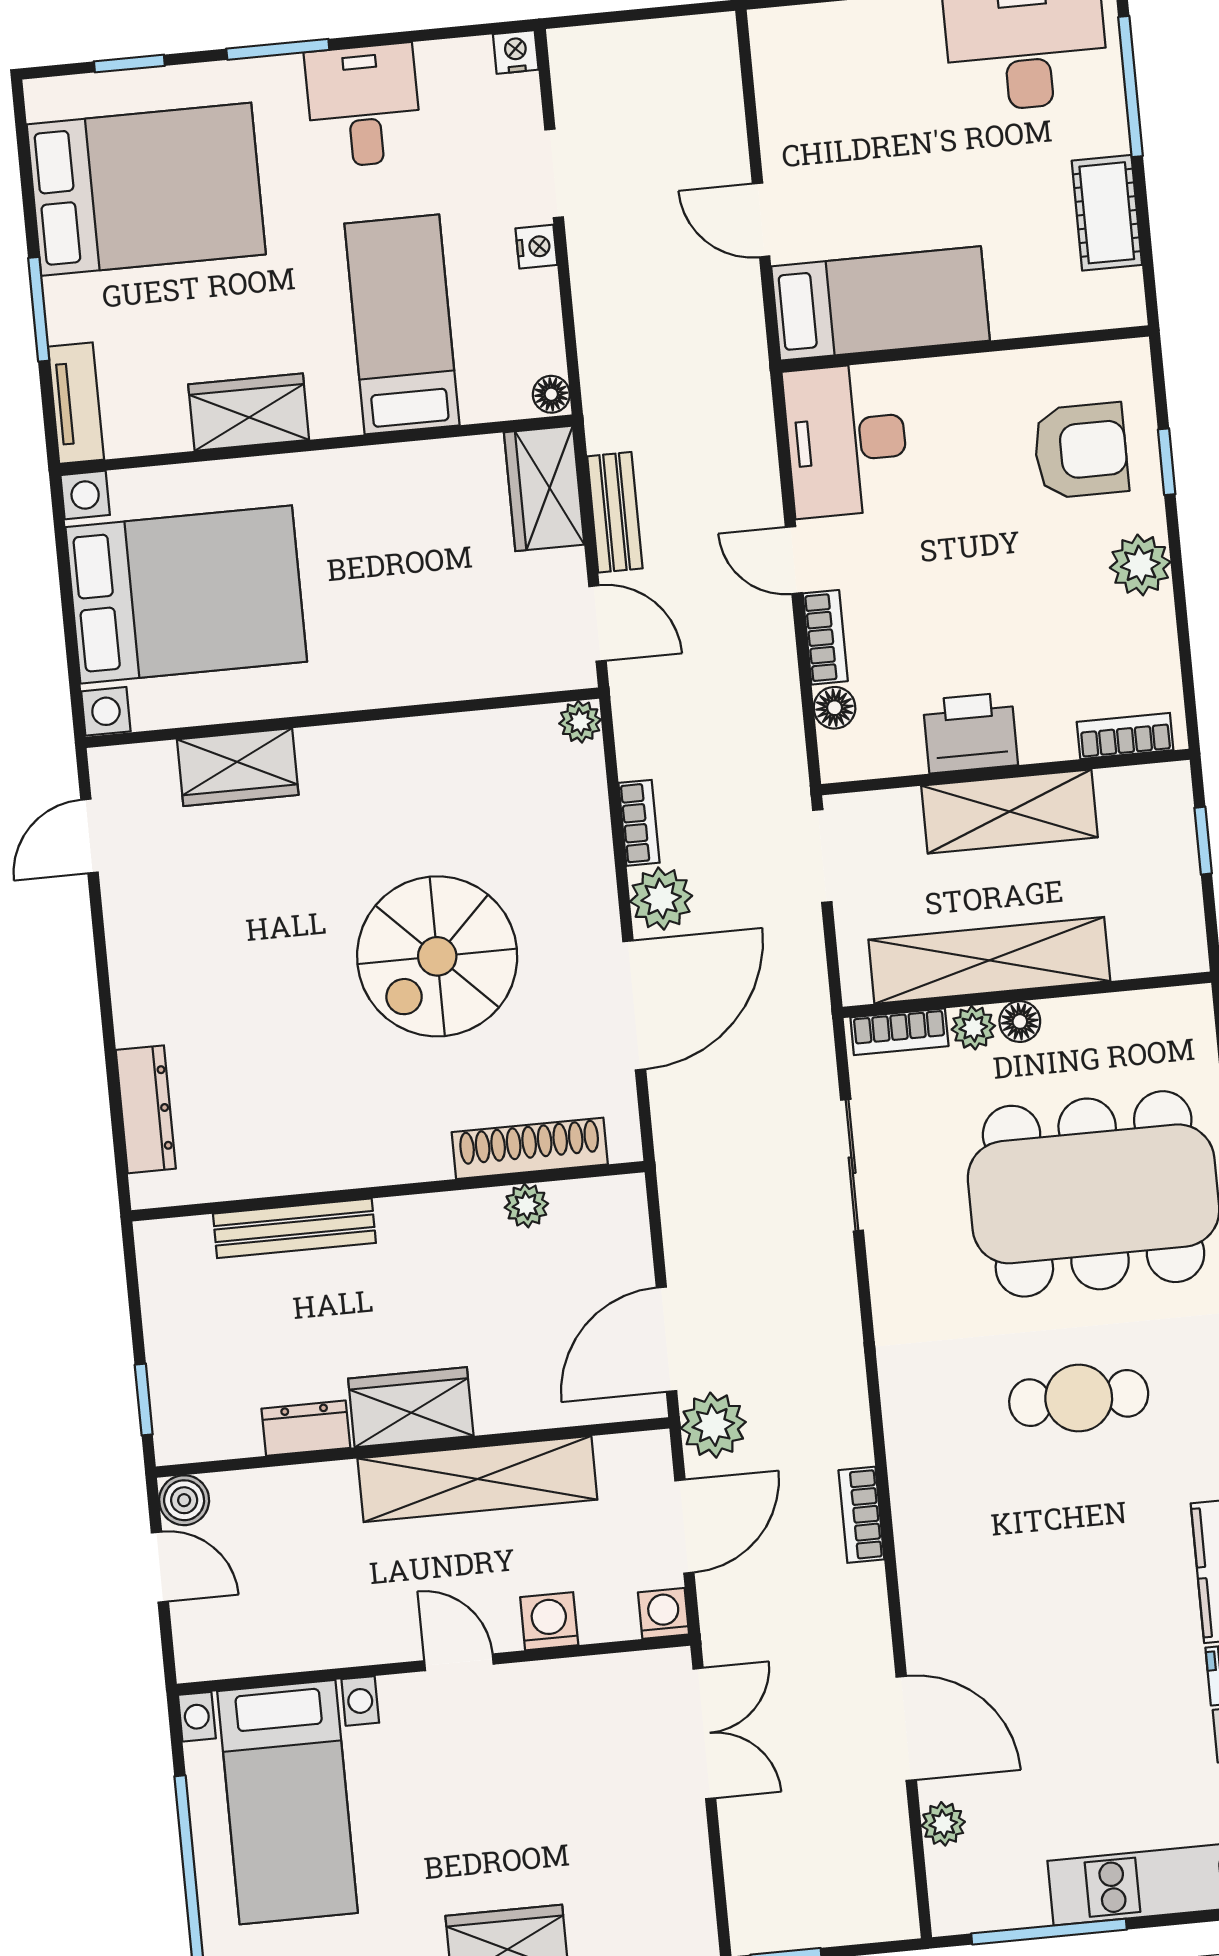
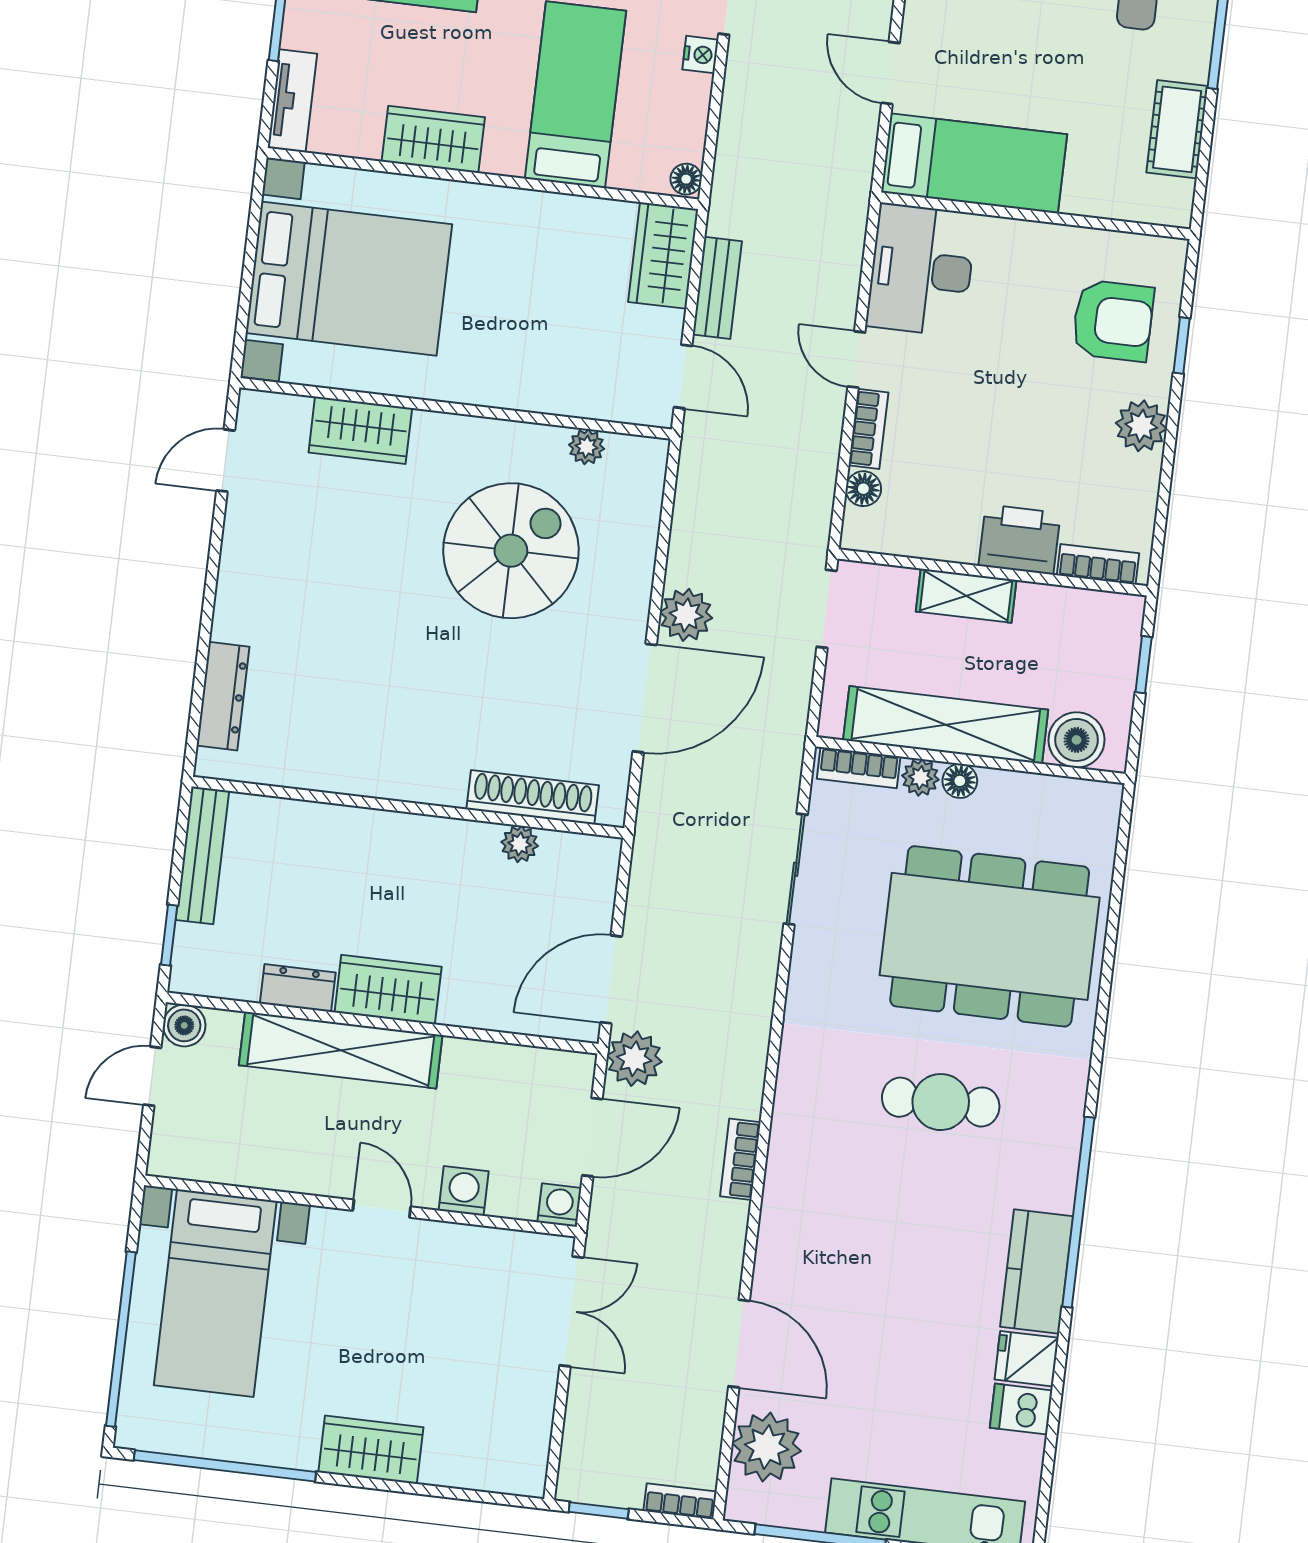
plant: (580, 722) -> (587, 447), moved
printer: (970, 733) -> (1019, 539), moved
shelving: (1010, 812) -> (966, 596), width x0.67, depth x0.75
bookcase: (639, 823) -> (680, 1501), moved, turned -90
boiler: (1144, 945) -> (1076, 740), added
spiral stairs: (437, 956) -> (511, 551), moved, turned 180
bench: (294, 1228) -> (202, 855), moved, turned 90
shelving: (477, 1479) -> (341, 1050), moved
door: (160, 1567) -> (152, 1076), swing flipped
plant: (943, 1824) -> (767, 1447), width x1.87, depth x1.87

